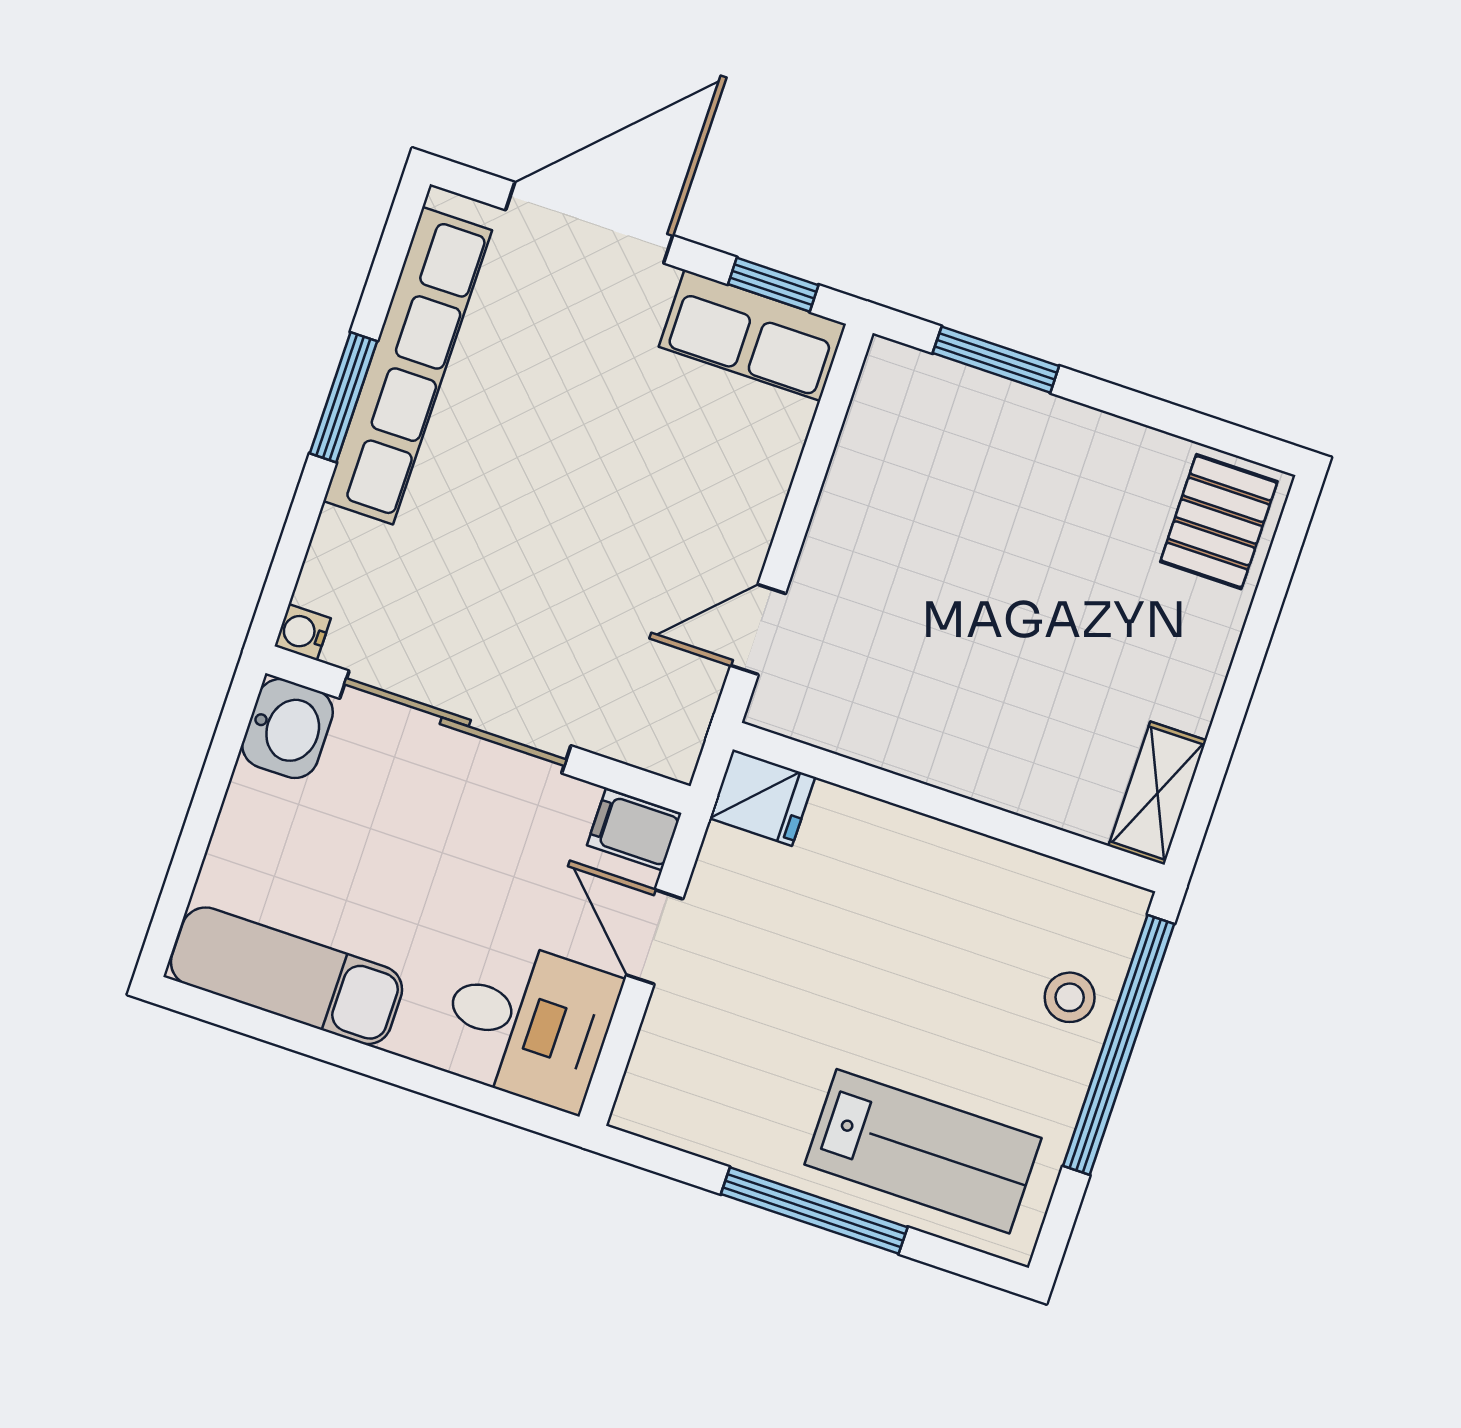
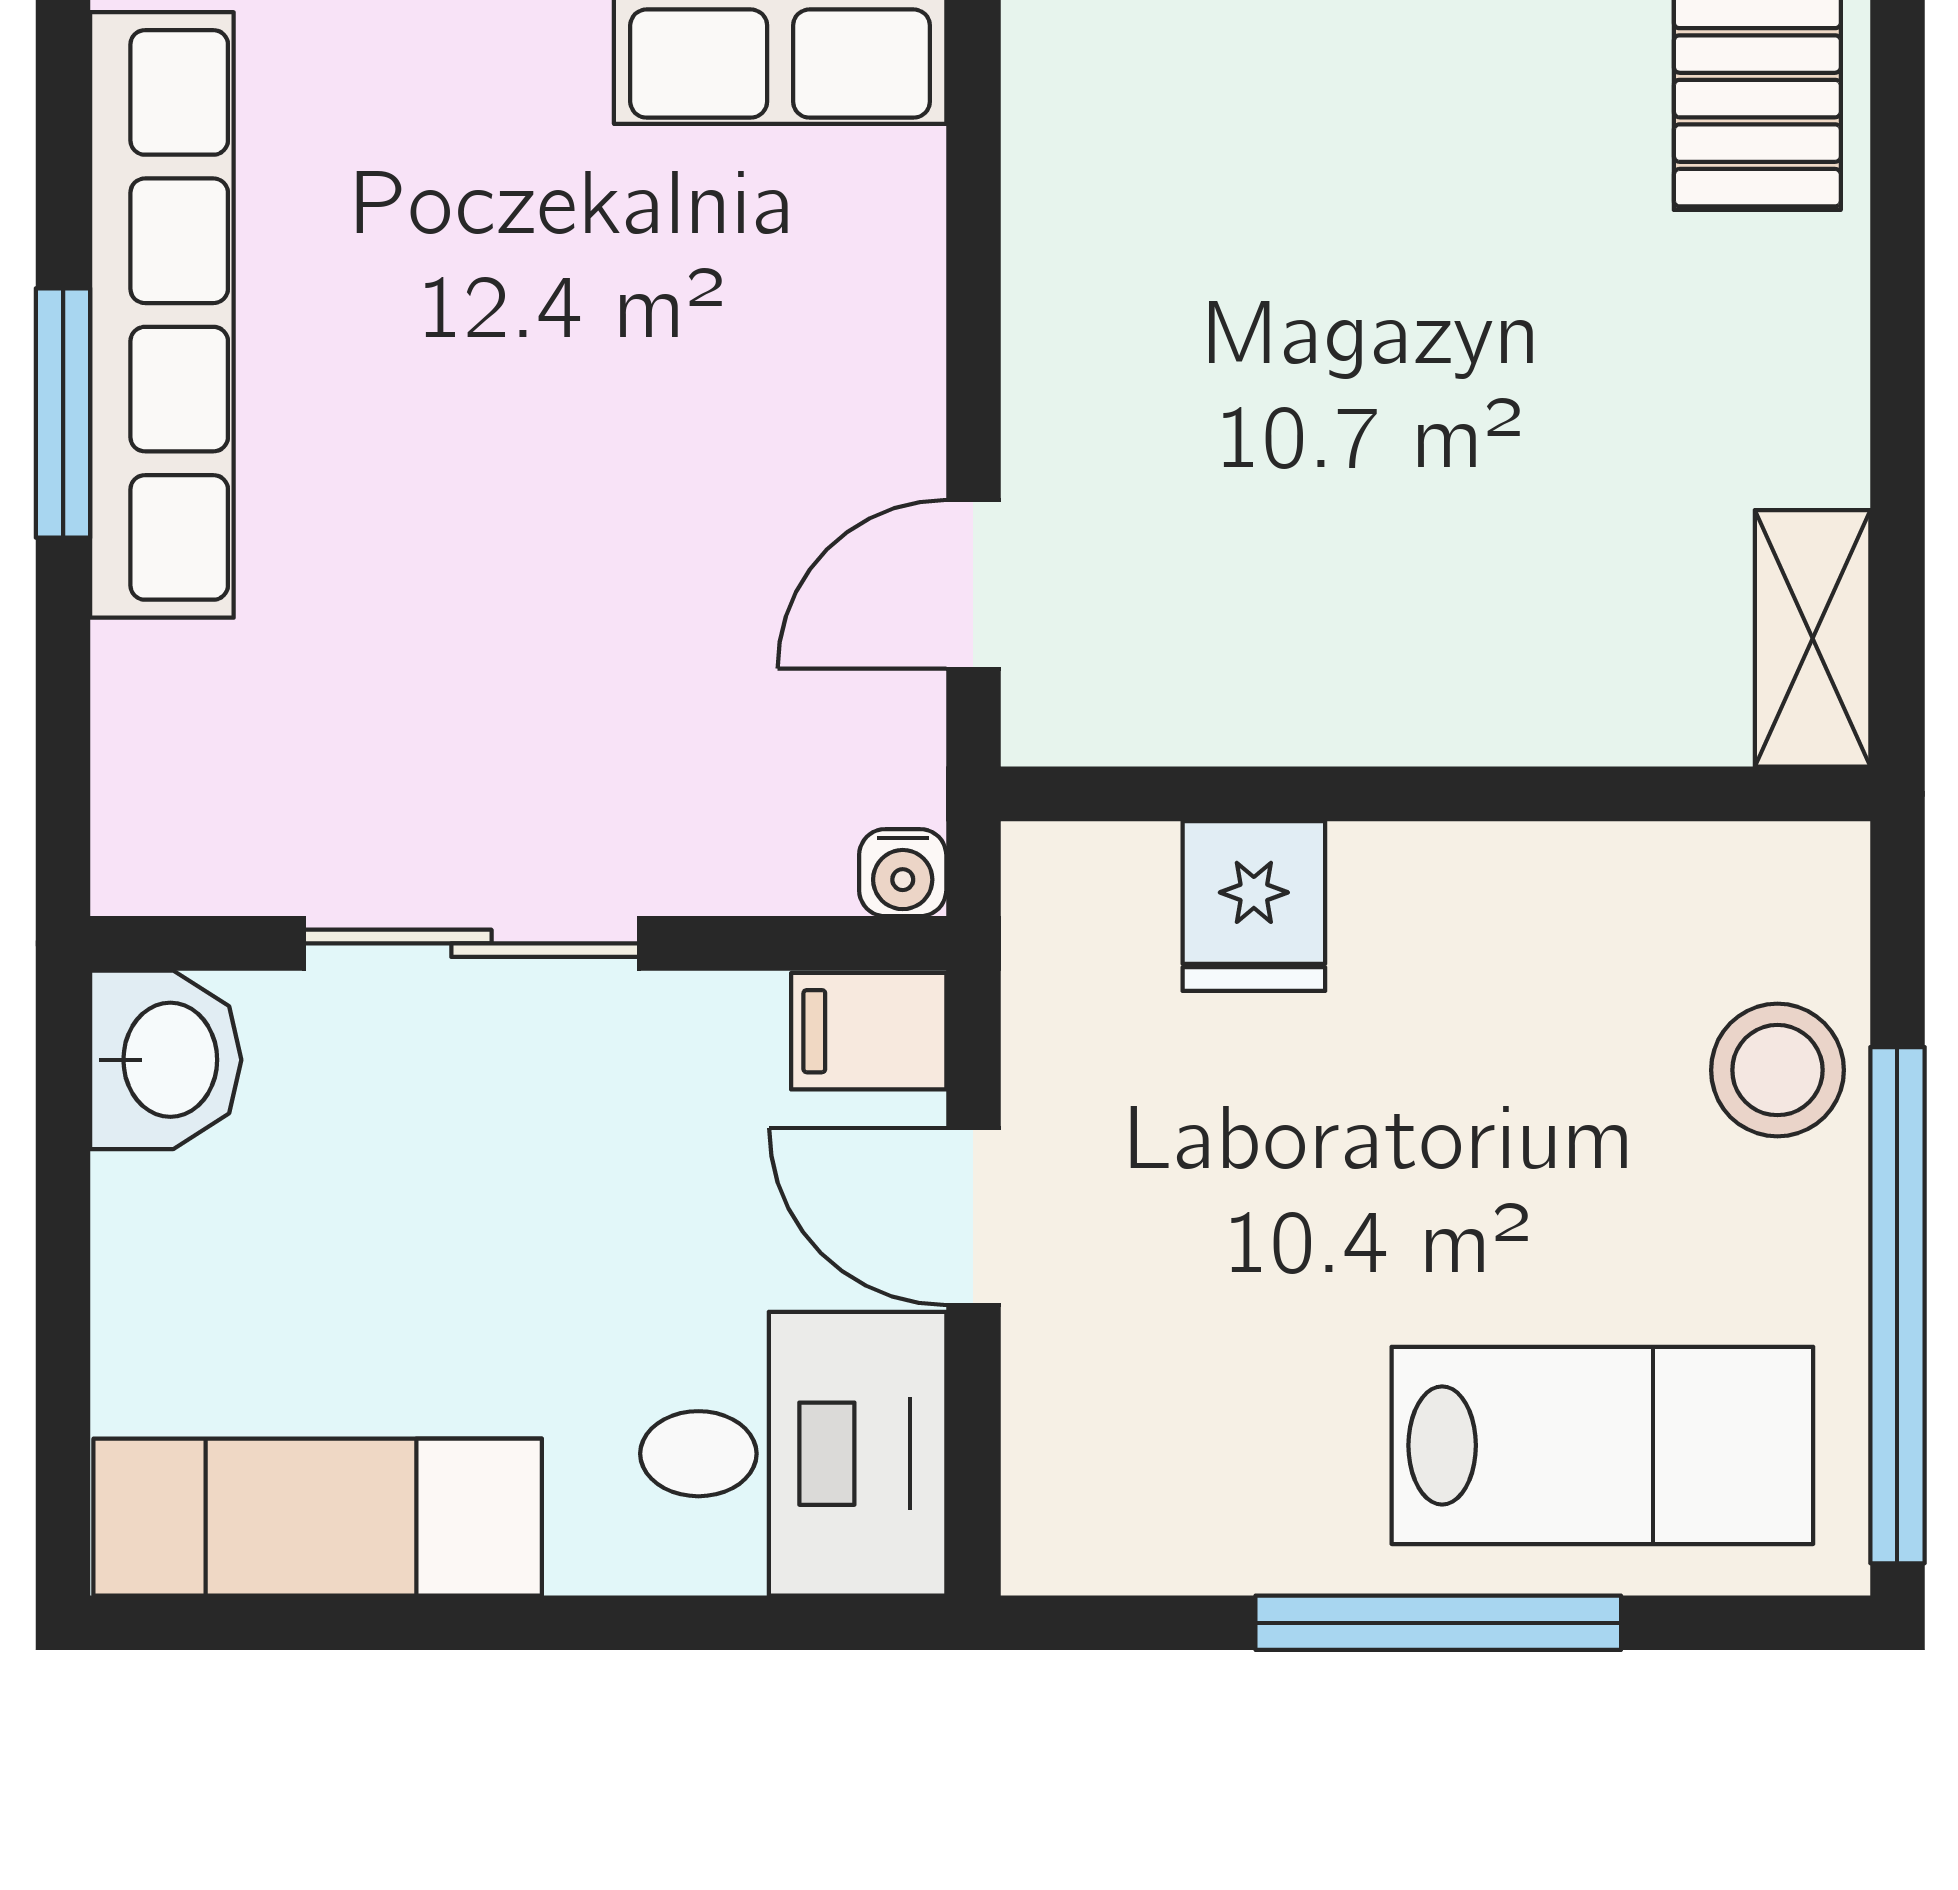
water cooler: (303, 632) -> (903, 873), moved, turned -90
sliding door: (455, 722) -> (471, 943), width x0.73
fridge: (762, 798) -> (1254, 906), moved, turned 90
stool: (1070, 997) -> (1777, 1070), width x1.37, depth x1.37
window: (1119, 1045) -> (1897, 1305), moved

